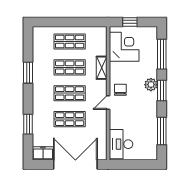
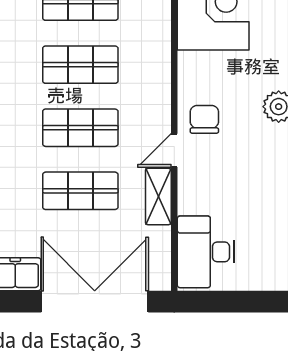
shelving: (102, 68) -> (158, 196), moved

